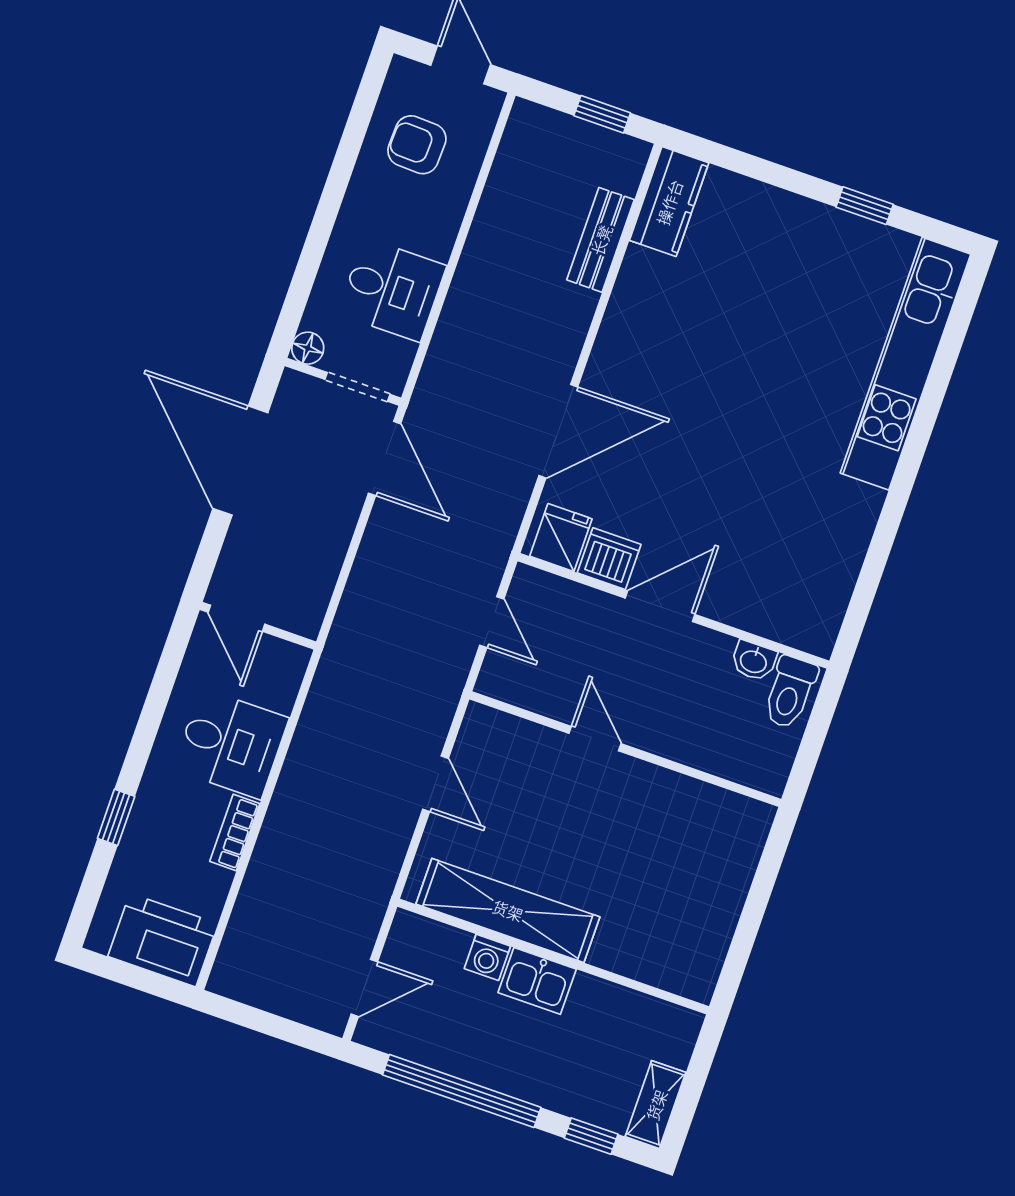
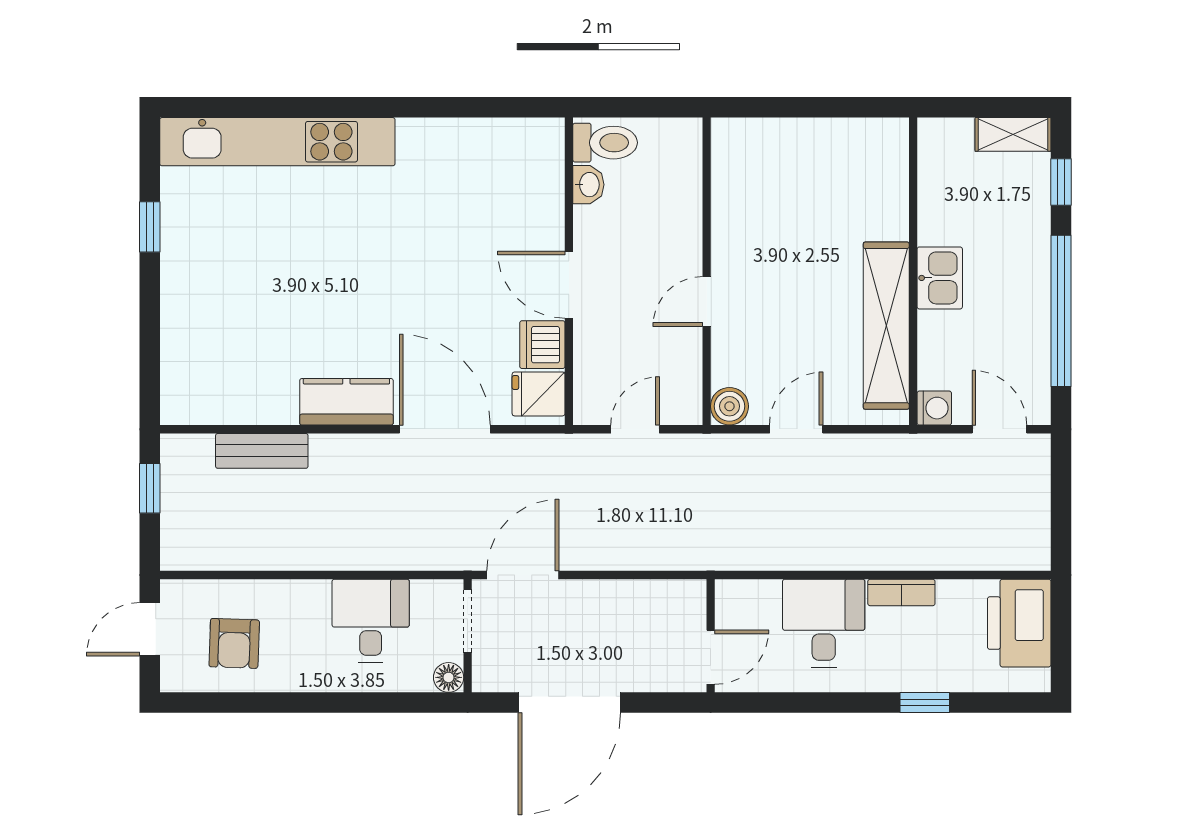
kitchen counter: (669, 202) -> (346, 402), moved
boiler: (482, 725) -> (730, 406), added
washing machine: (487, 957) -> (934, 408), moved

